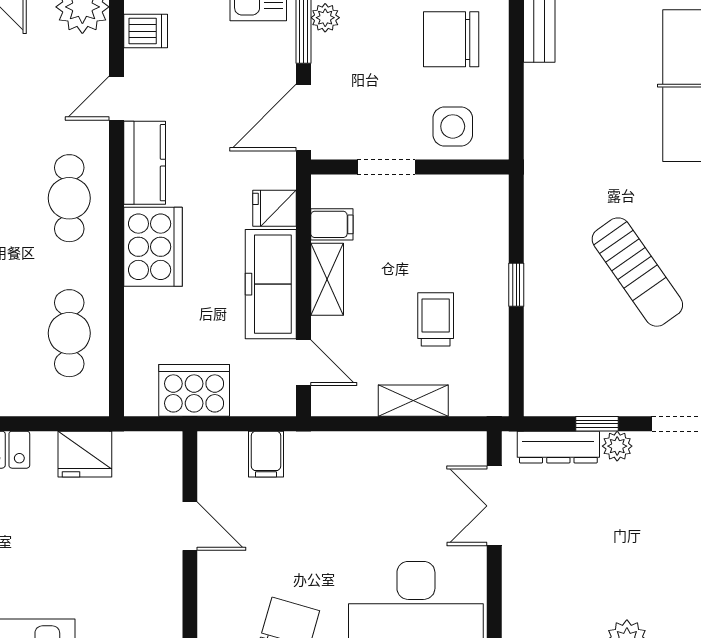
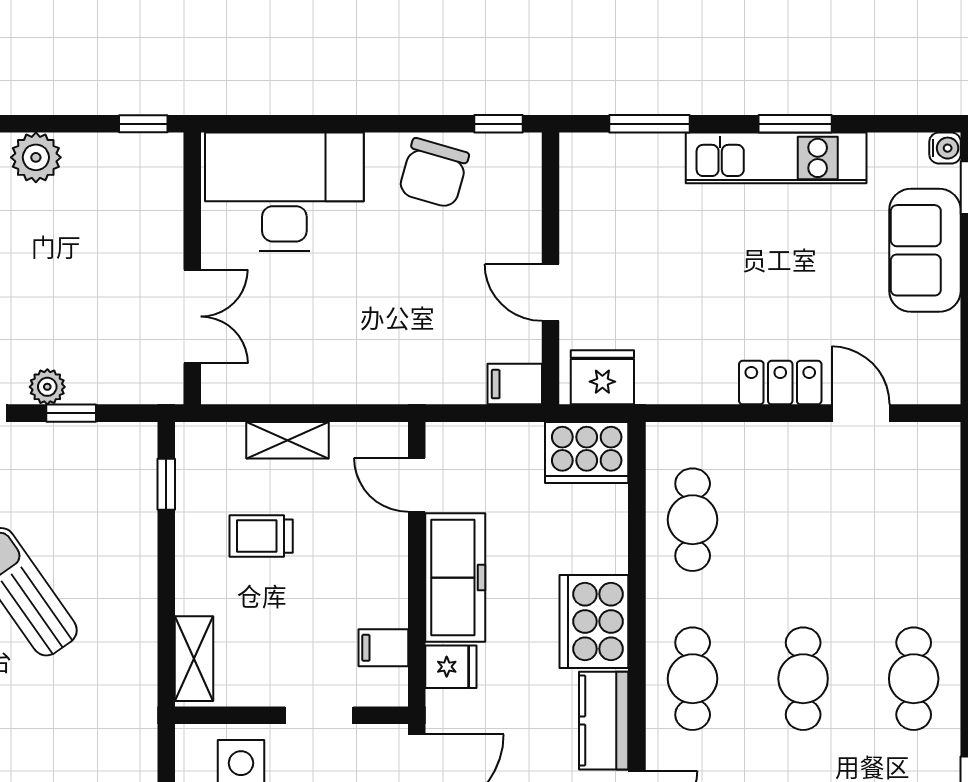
shelving: (327, 279) -> (194, 659), moved
window: (516, 285) -> (166, 484), moved
trolley: (436, 319) -> (261, 536), turned 90
cooker: (194, 390) -> (587, 452), moved
dresser: (558, 447) -> (117, 386), removed
fridge: (85, 454) -> (602, 377), moved
filing cabinet: (266, 454) -> (515, 384), moved, turned -90

